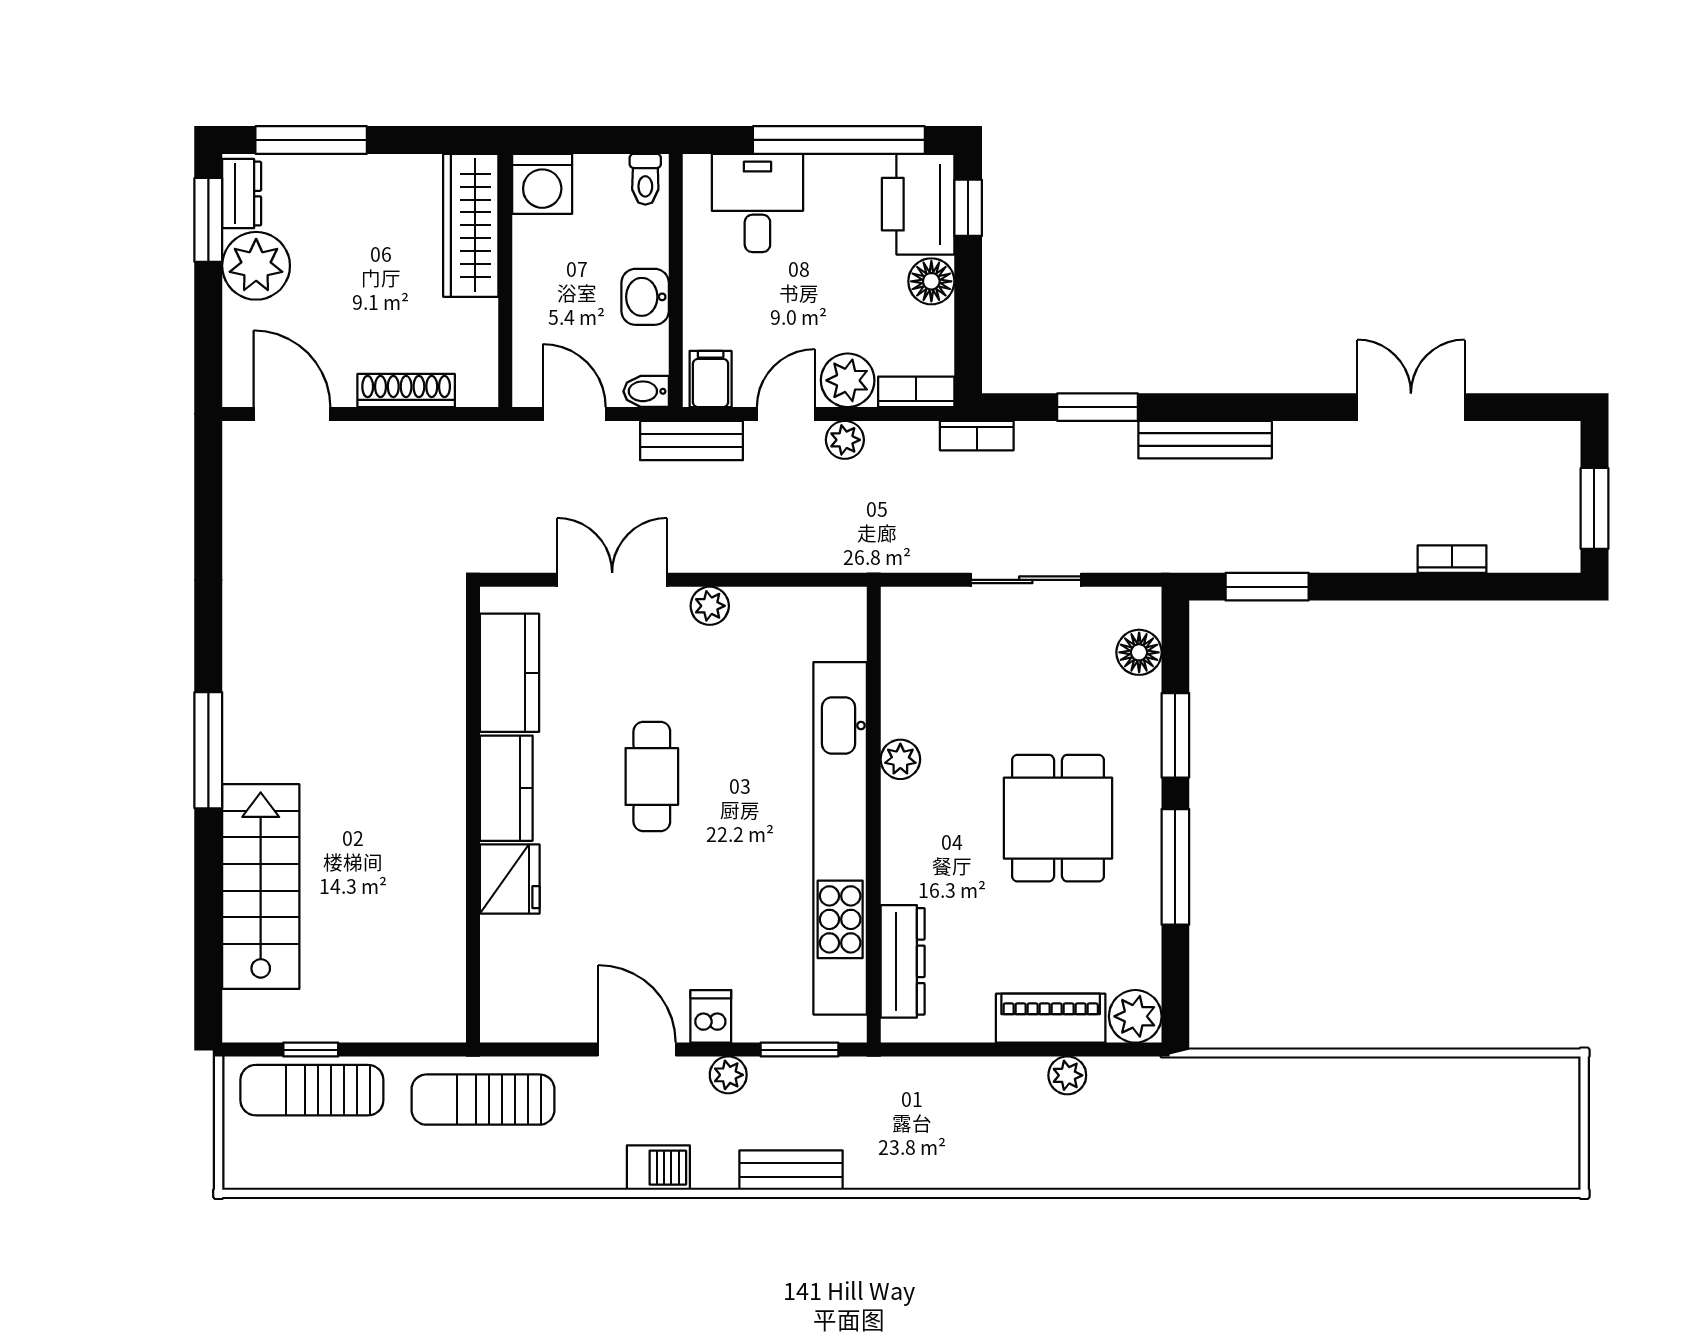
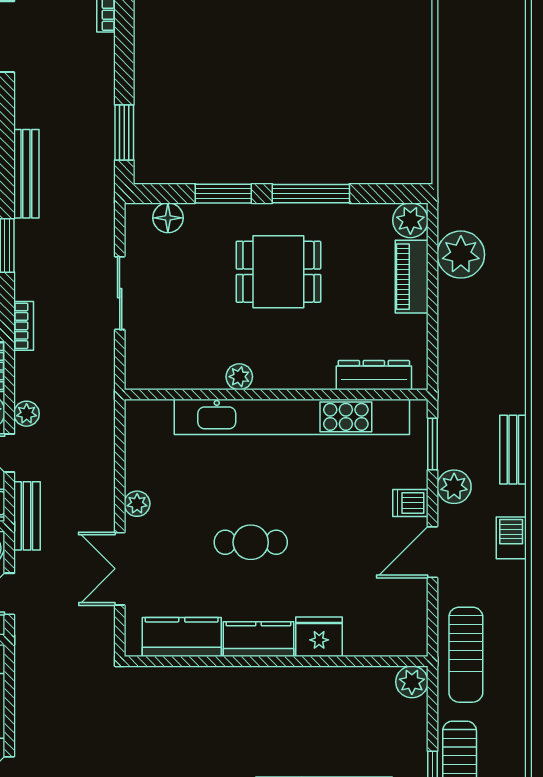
plant: (442, 1019) -> (412, 682), added
plant: (728, 1075) -> (454, 487), width x1.38, depth x1.38
plant: (1067, 1075) -> (461, 255), width x1.88, depth x1.88

